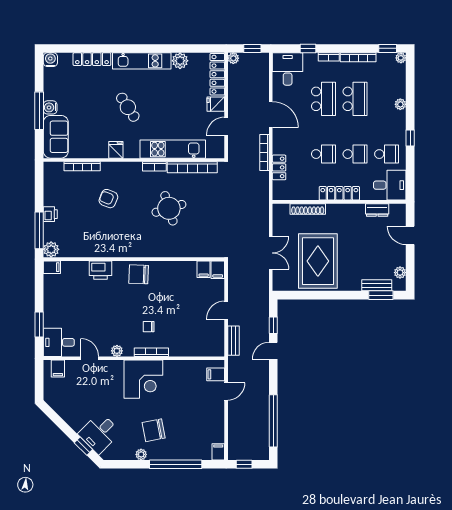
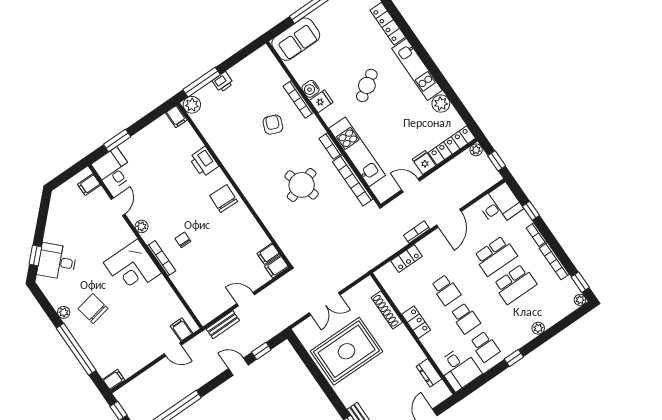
water cooler: (50, 107) -> (310, 89), moved, turned -90
bookcase: (264, 152) -> (417, 232), width x0.64
bookcase: (82, 166) -> (298, 99), moved
locker: (339, 193) -> (416, 322), width x0.66

